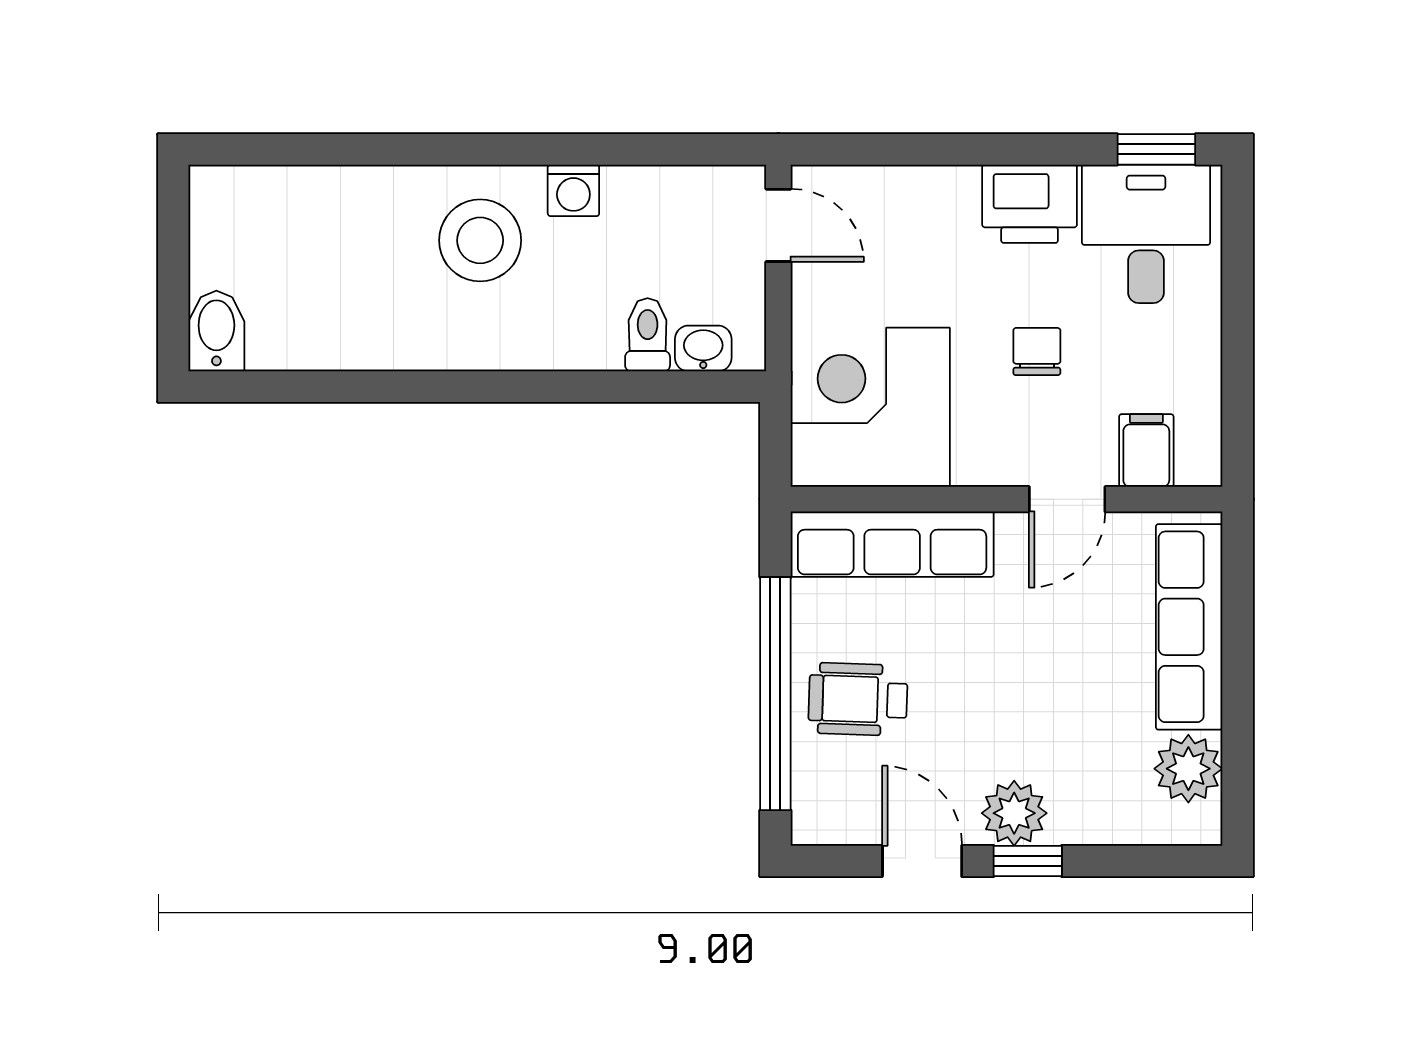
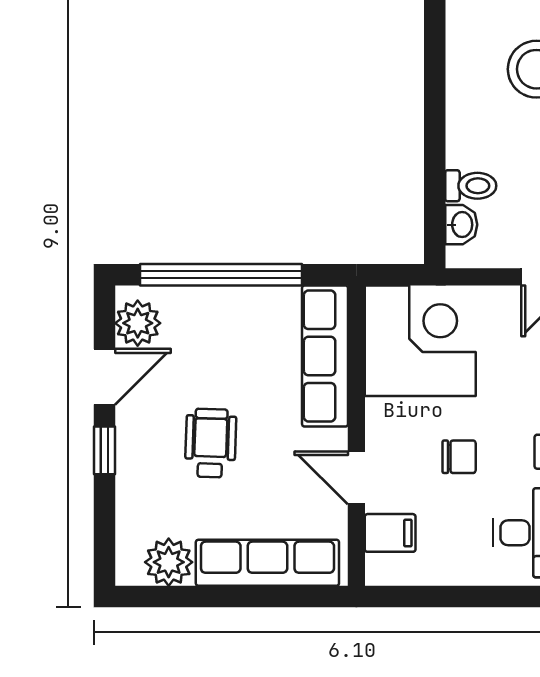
wheelchair: (858, 699) -> (211, 443), moved
plant: (1014, 813) -> (138, 323), moved

